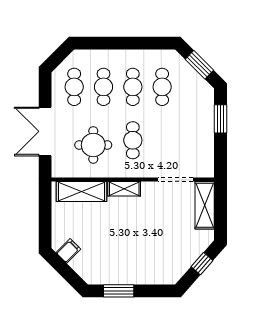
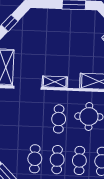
shelving: (124, 189) -> (55, 82), moved

